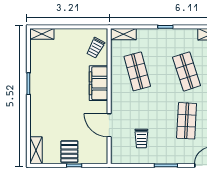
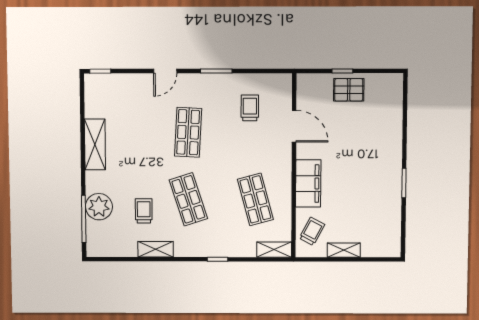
shelving: (42, 34) -> (344, 250), moved
shelving: (36, 150) -> (395, 92), removed
pallet: (69, 152) -> (349, 90), turned 90

